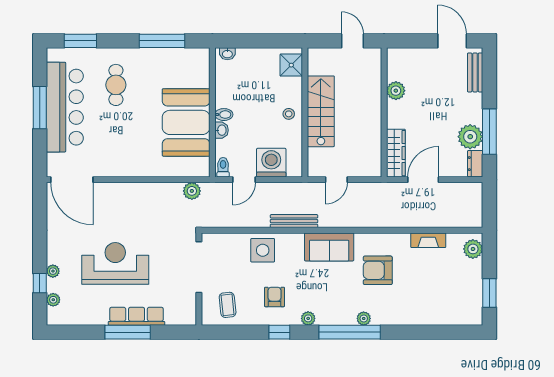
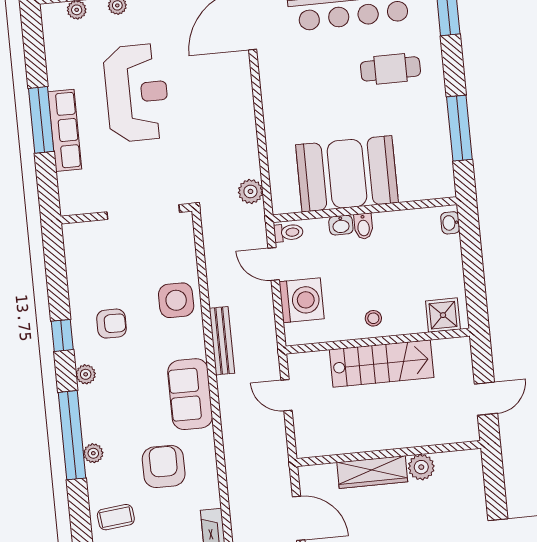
wardrobe: (396, 153) -> (372, 472), moved
coffee table: (228, 305) -> (116, 517), moved

